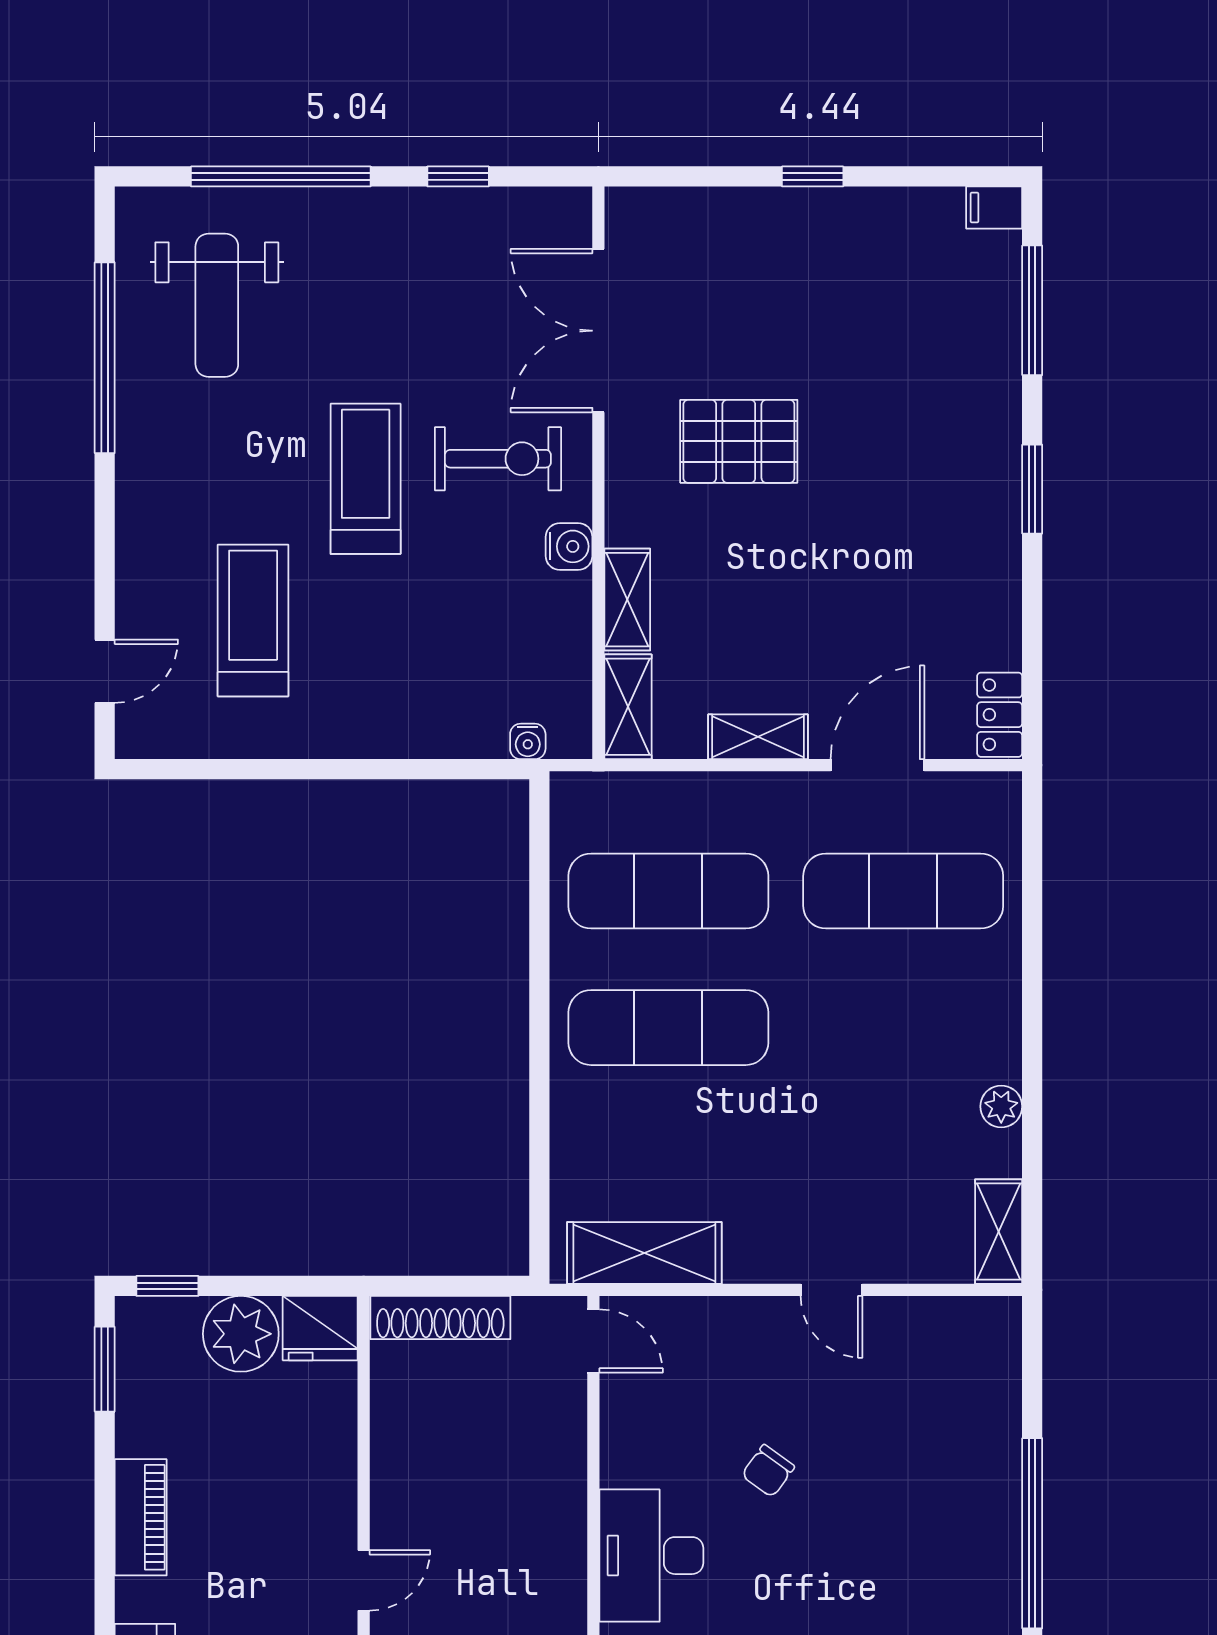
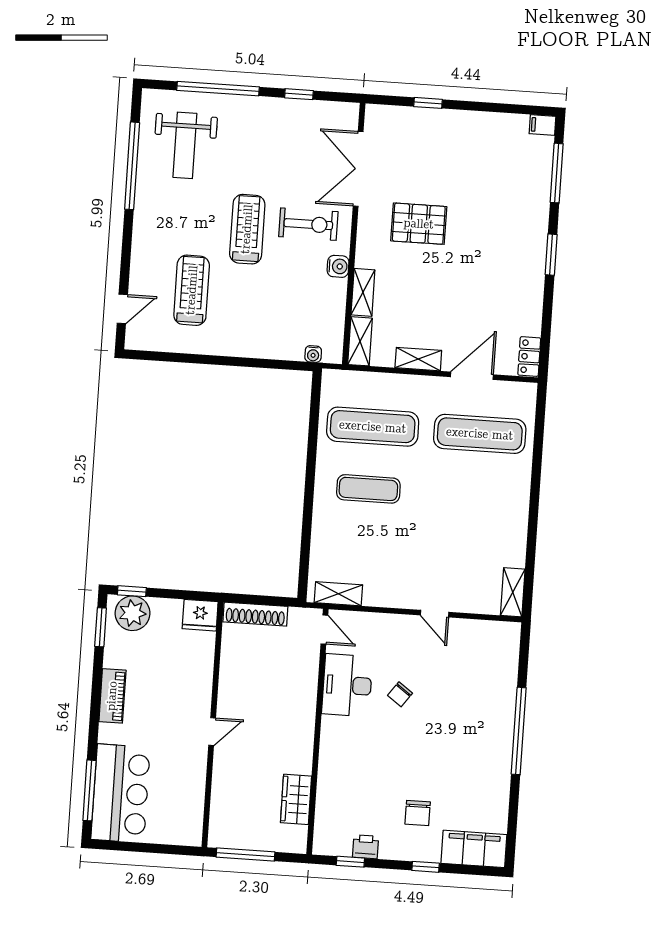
window: (813, 176) -> (428, 103), moved
exercise mat: (668, 1028) -> (368, 489), width x0.73, depth x0.69
plant: (1001, 1106) -> (518, 535), removed
shelving: (644, 1253) -> (338, 594), width x0.67, depth x0.75
plant: (241, 1334) -> (133, 613), moved
desk: (651, 1556) -> (347, 685), moved

